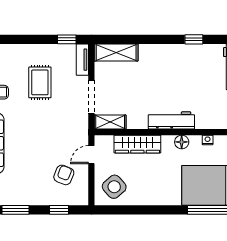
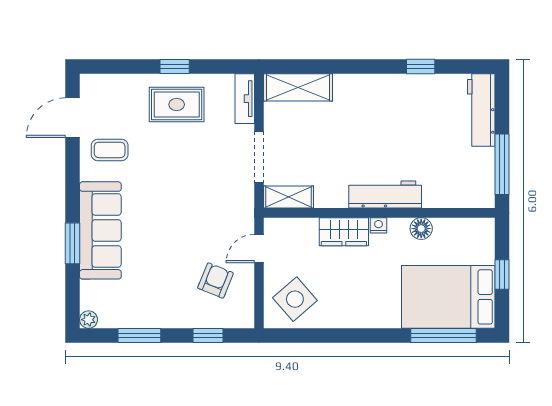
window: (67, 39) -> (175, 67), moved
rug: (40, 82) -> (177, 105), moved, turned 90
nightstand: (208, 140) -> (379, 225), moved
floor lamp: (182, 142) -> (421, 229), moved
wardrobe: (137, 144) -> (344, 232), width x0.67

